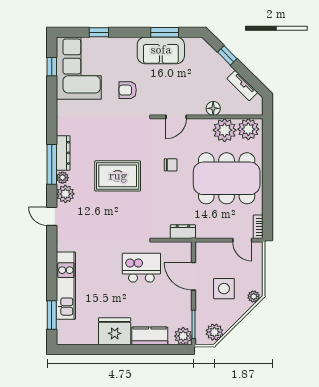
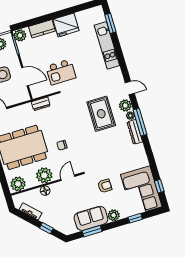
plant: (128, 45) -> (114, 215), added
plant: (225, 130) -> (44, 175), moved
rug: (118, 176) -> (101, 114), moved, turned 90

